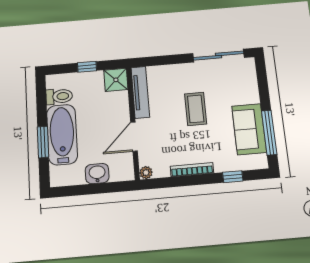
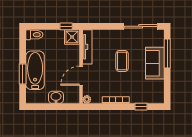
window: (87, 67) -> (66, 26), moved
toilet: (59, 96) -> (34, 35), moved
sofa: (249, 129) -> (155, 63), moved
window: (269, 133) -> (167, 54), moved

